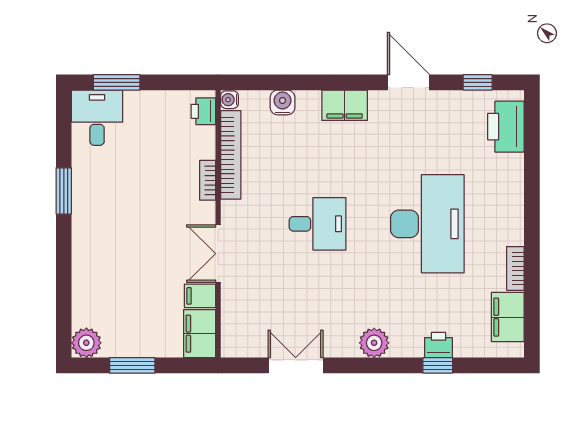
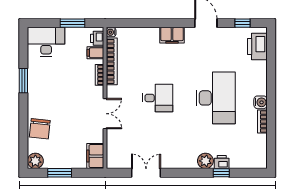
window: (117, 82) -> (73, 23), moved
water cooler: (283, 102) -> (260, 102), moved, turned 90
desk: (97, 118) -> (46, 42), width x1.37
double door: (218, 254) -> (105, 114), swing flipped
chair: (95, 282) -> (40, 129), added
filing cabinet: (200, 296) -> (95, 53), moved
filing cabinet: (508, 317) -> (258, 147), removed
plant: (374, 343) -> (205, 161), moved

